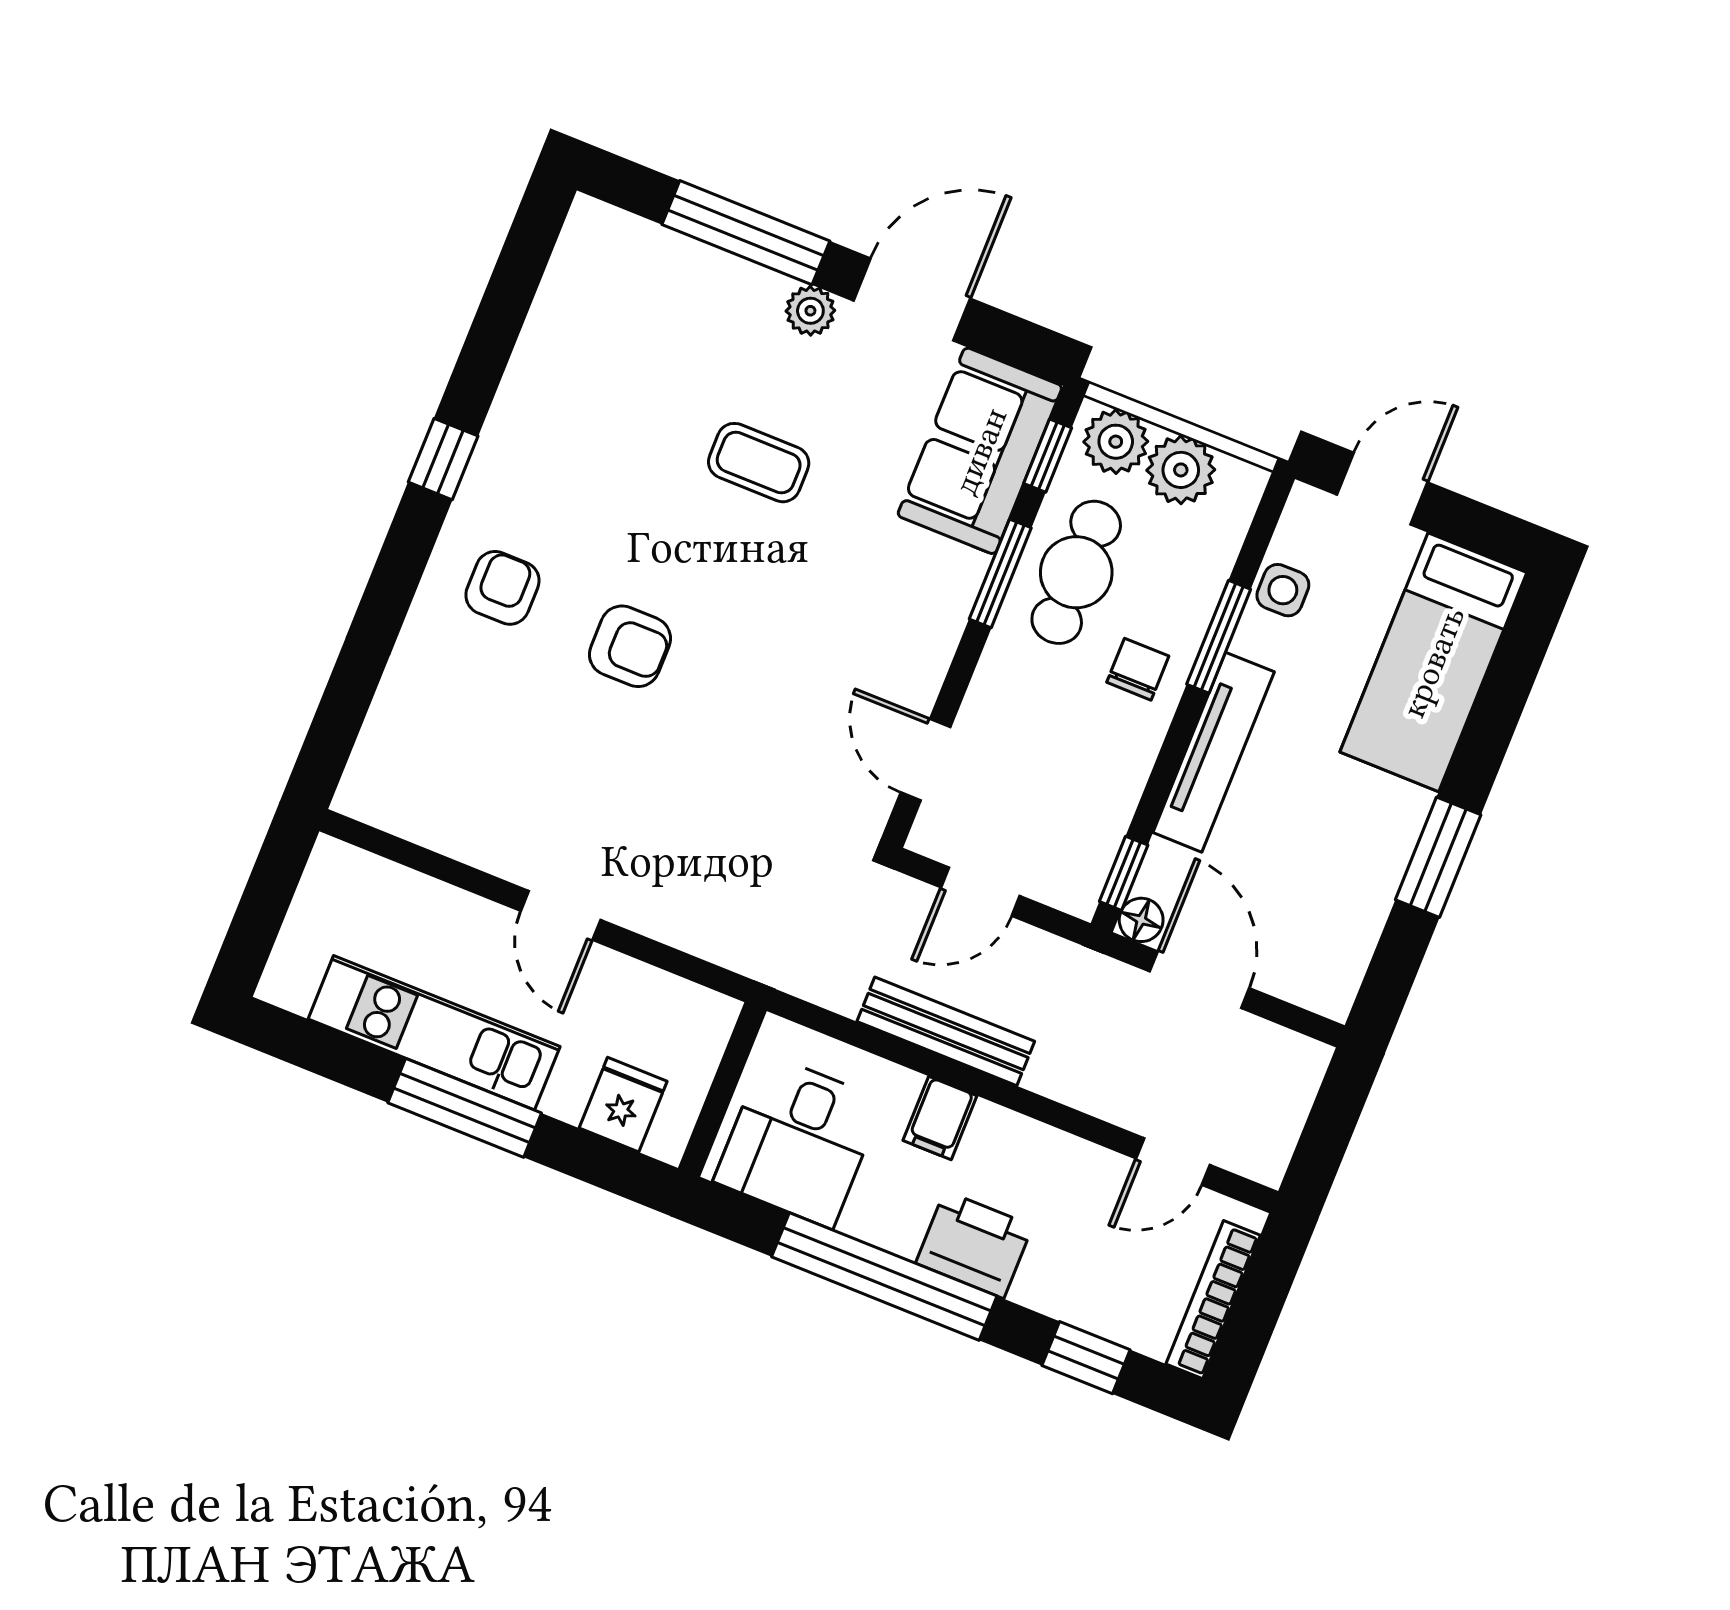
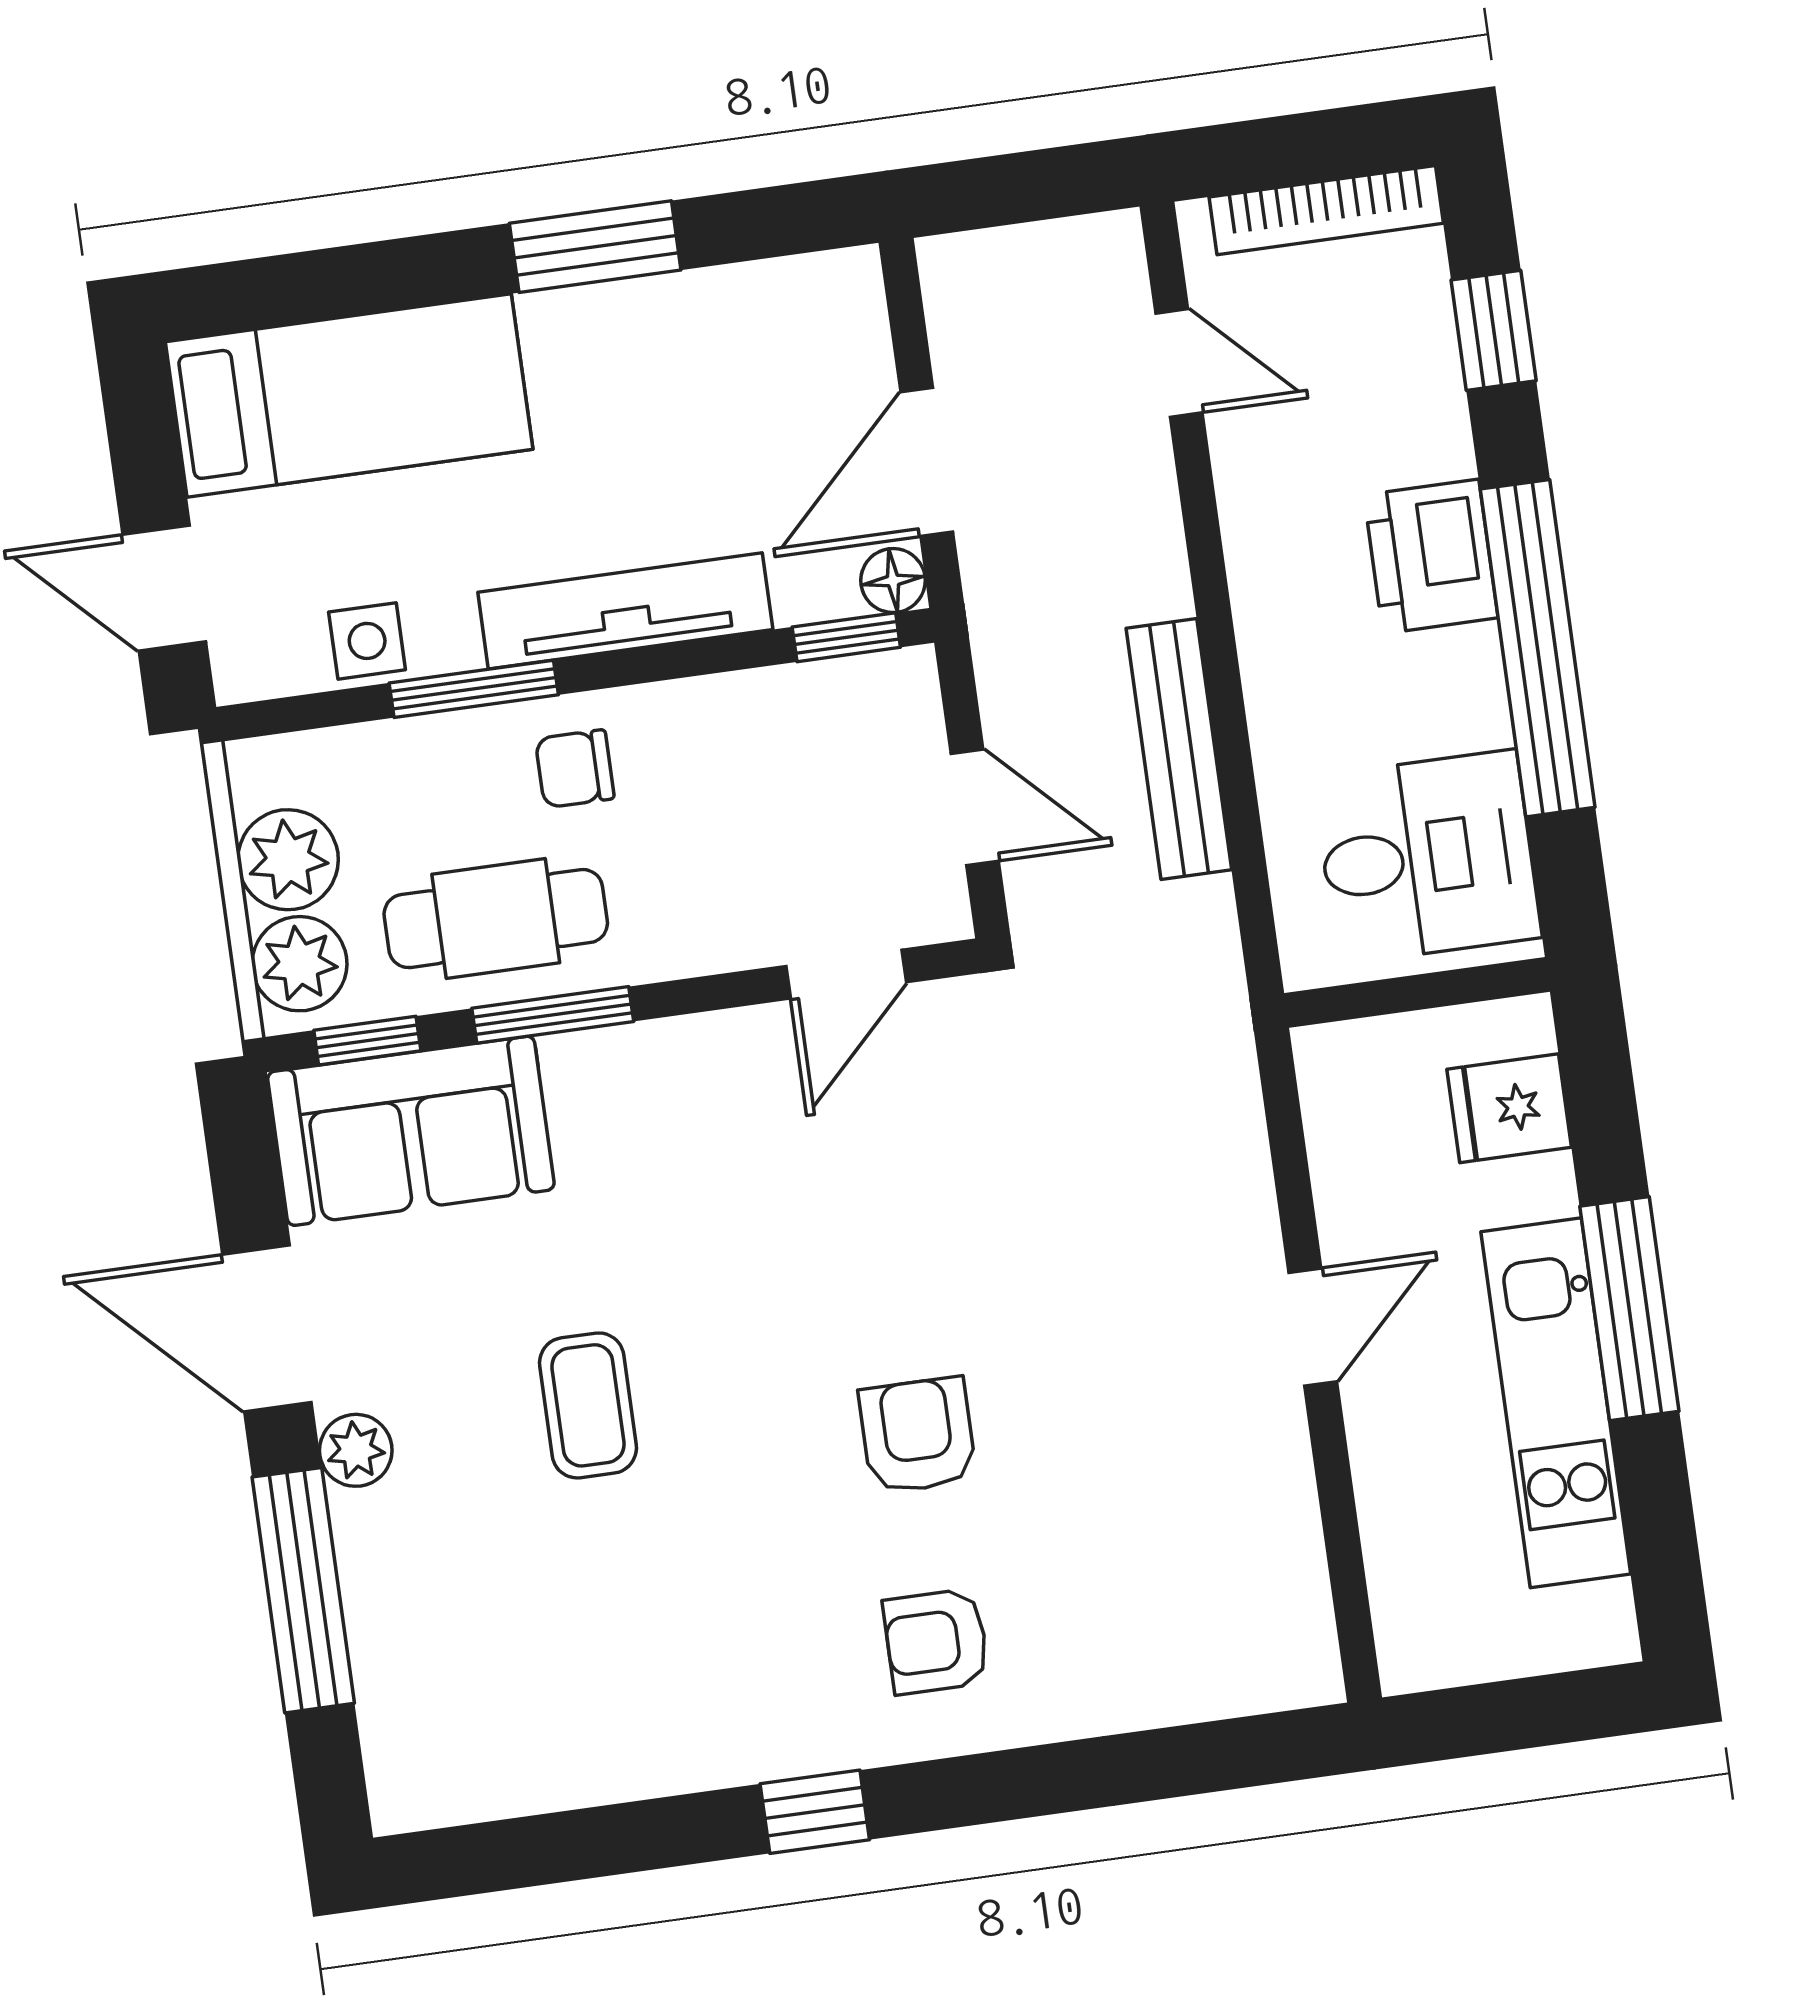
filing cabinet: (940, 1118) -> (1294, 693), removed

